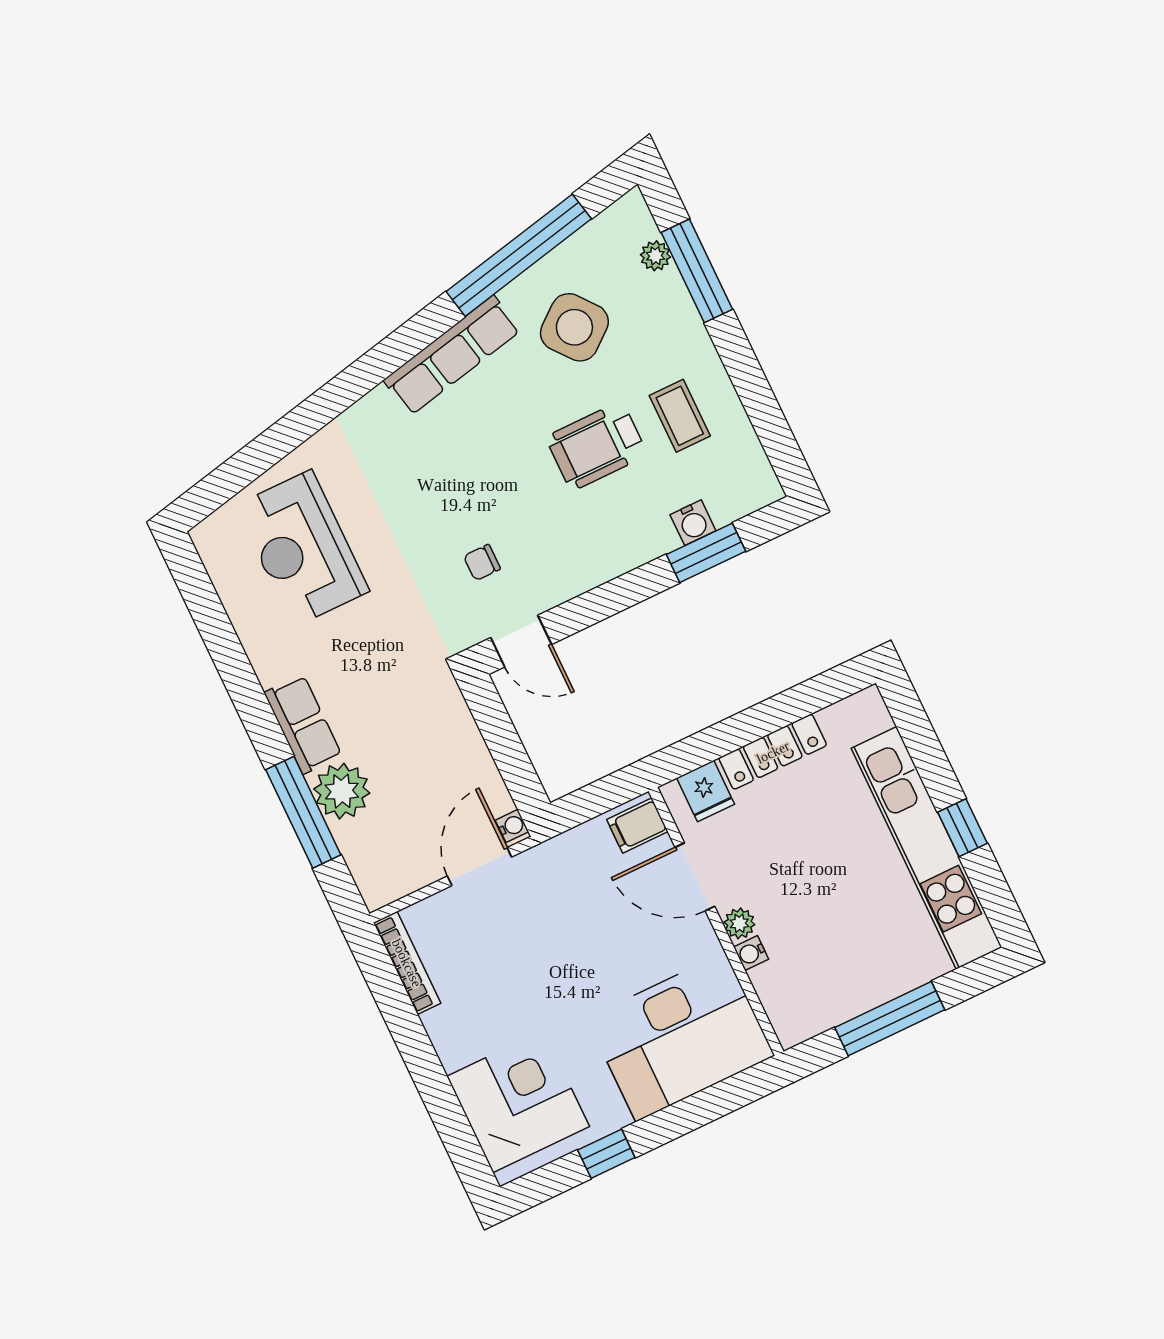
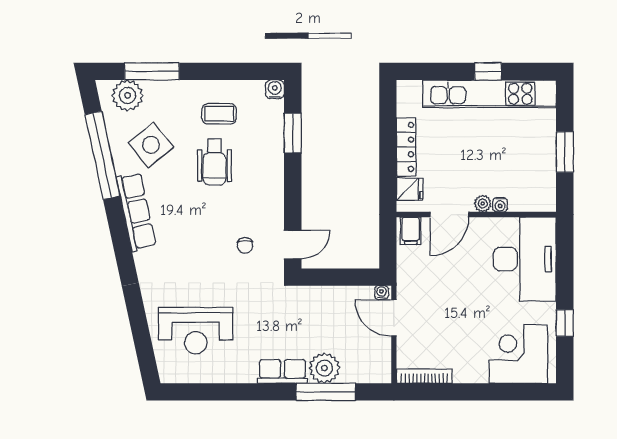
plant: (655, 256) -> (128, 95), width x1.88, depth x1.88
water cooler: (693, 523) -> (275, 89), moved, turned -90
window: (890, 1019) -> (565, 152), width x0.69

